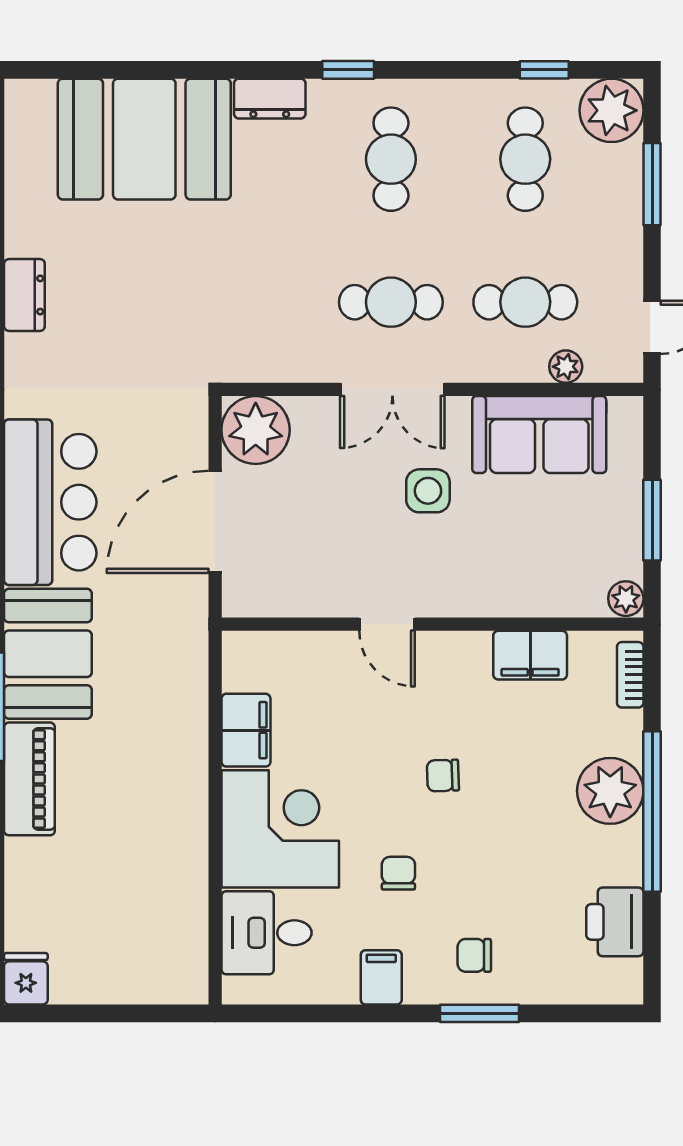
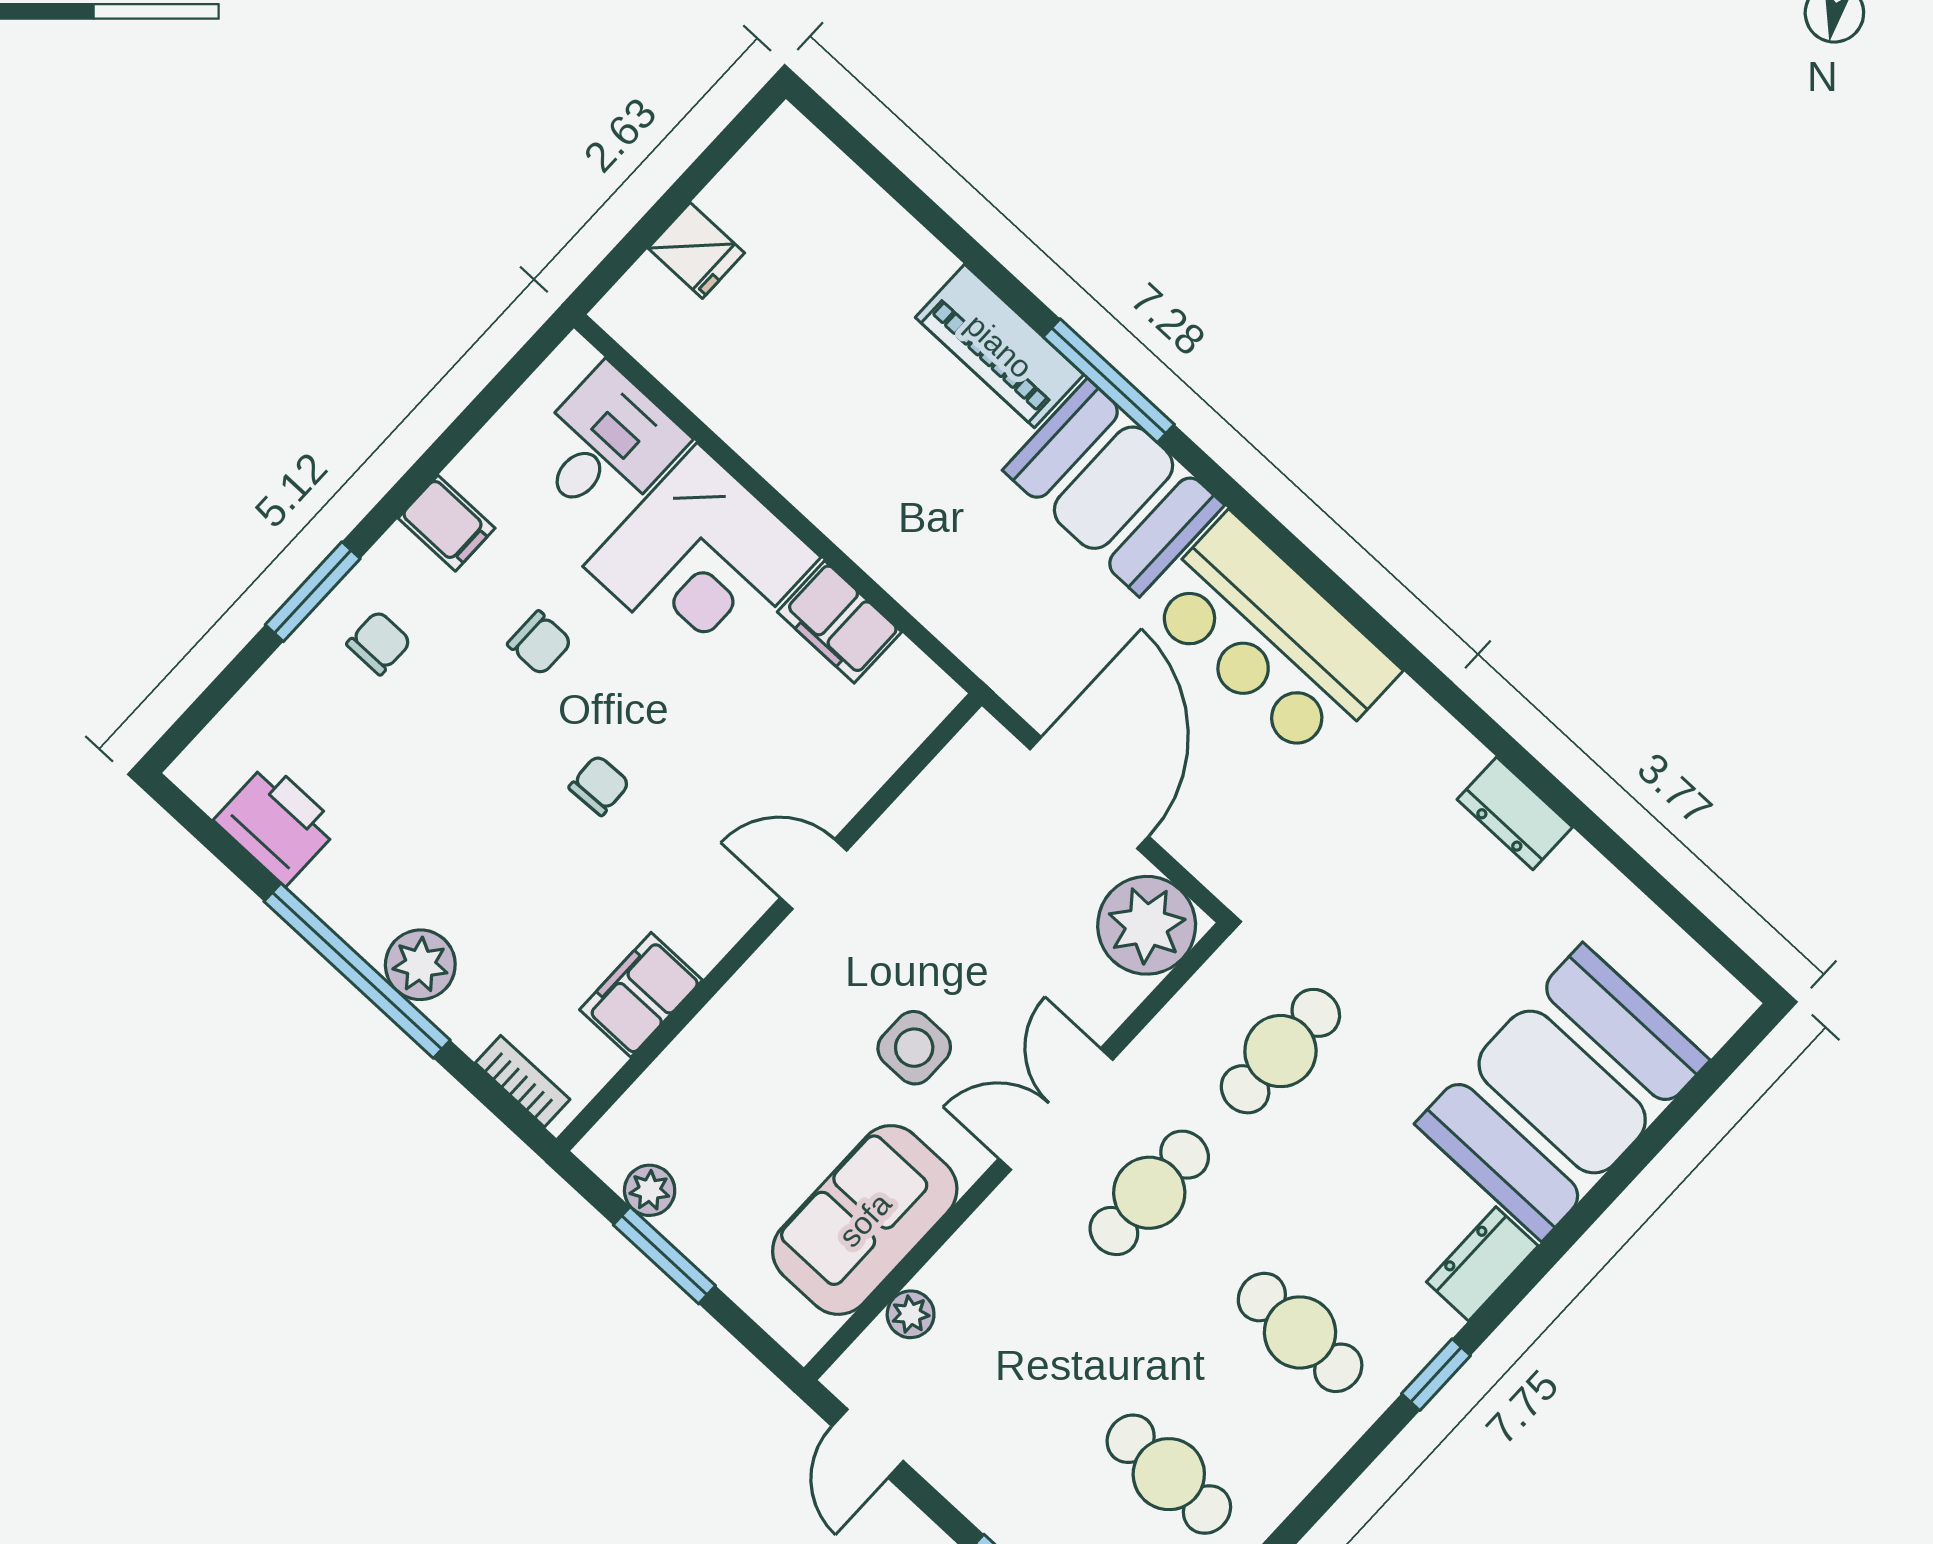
cafe table: (525, 302) -> (1280, 1051), moved
plant: (626, 599) -> (650, 1190), moved
plant: (610, 791) -> (420, 965), width x0.73, depth x0.73
fridge: (26, 979) -> (696, 251), moved

